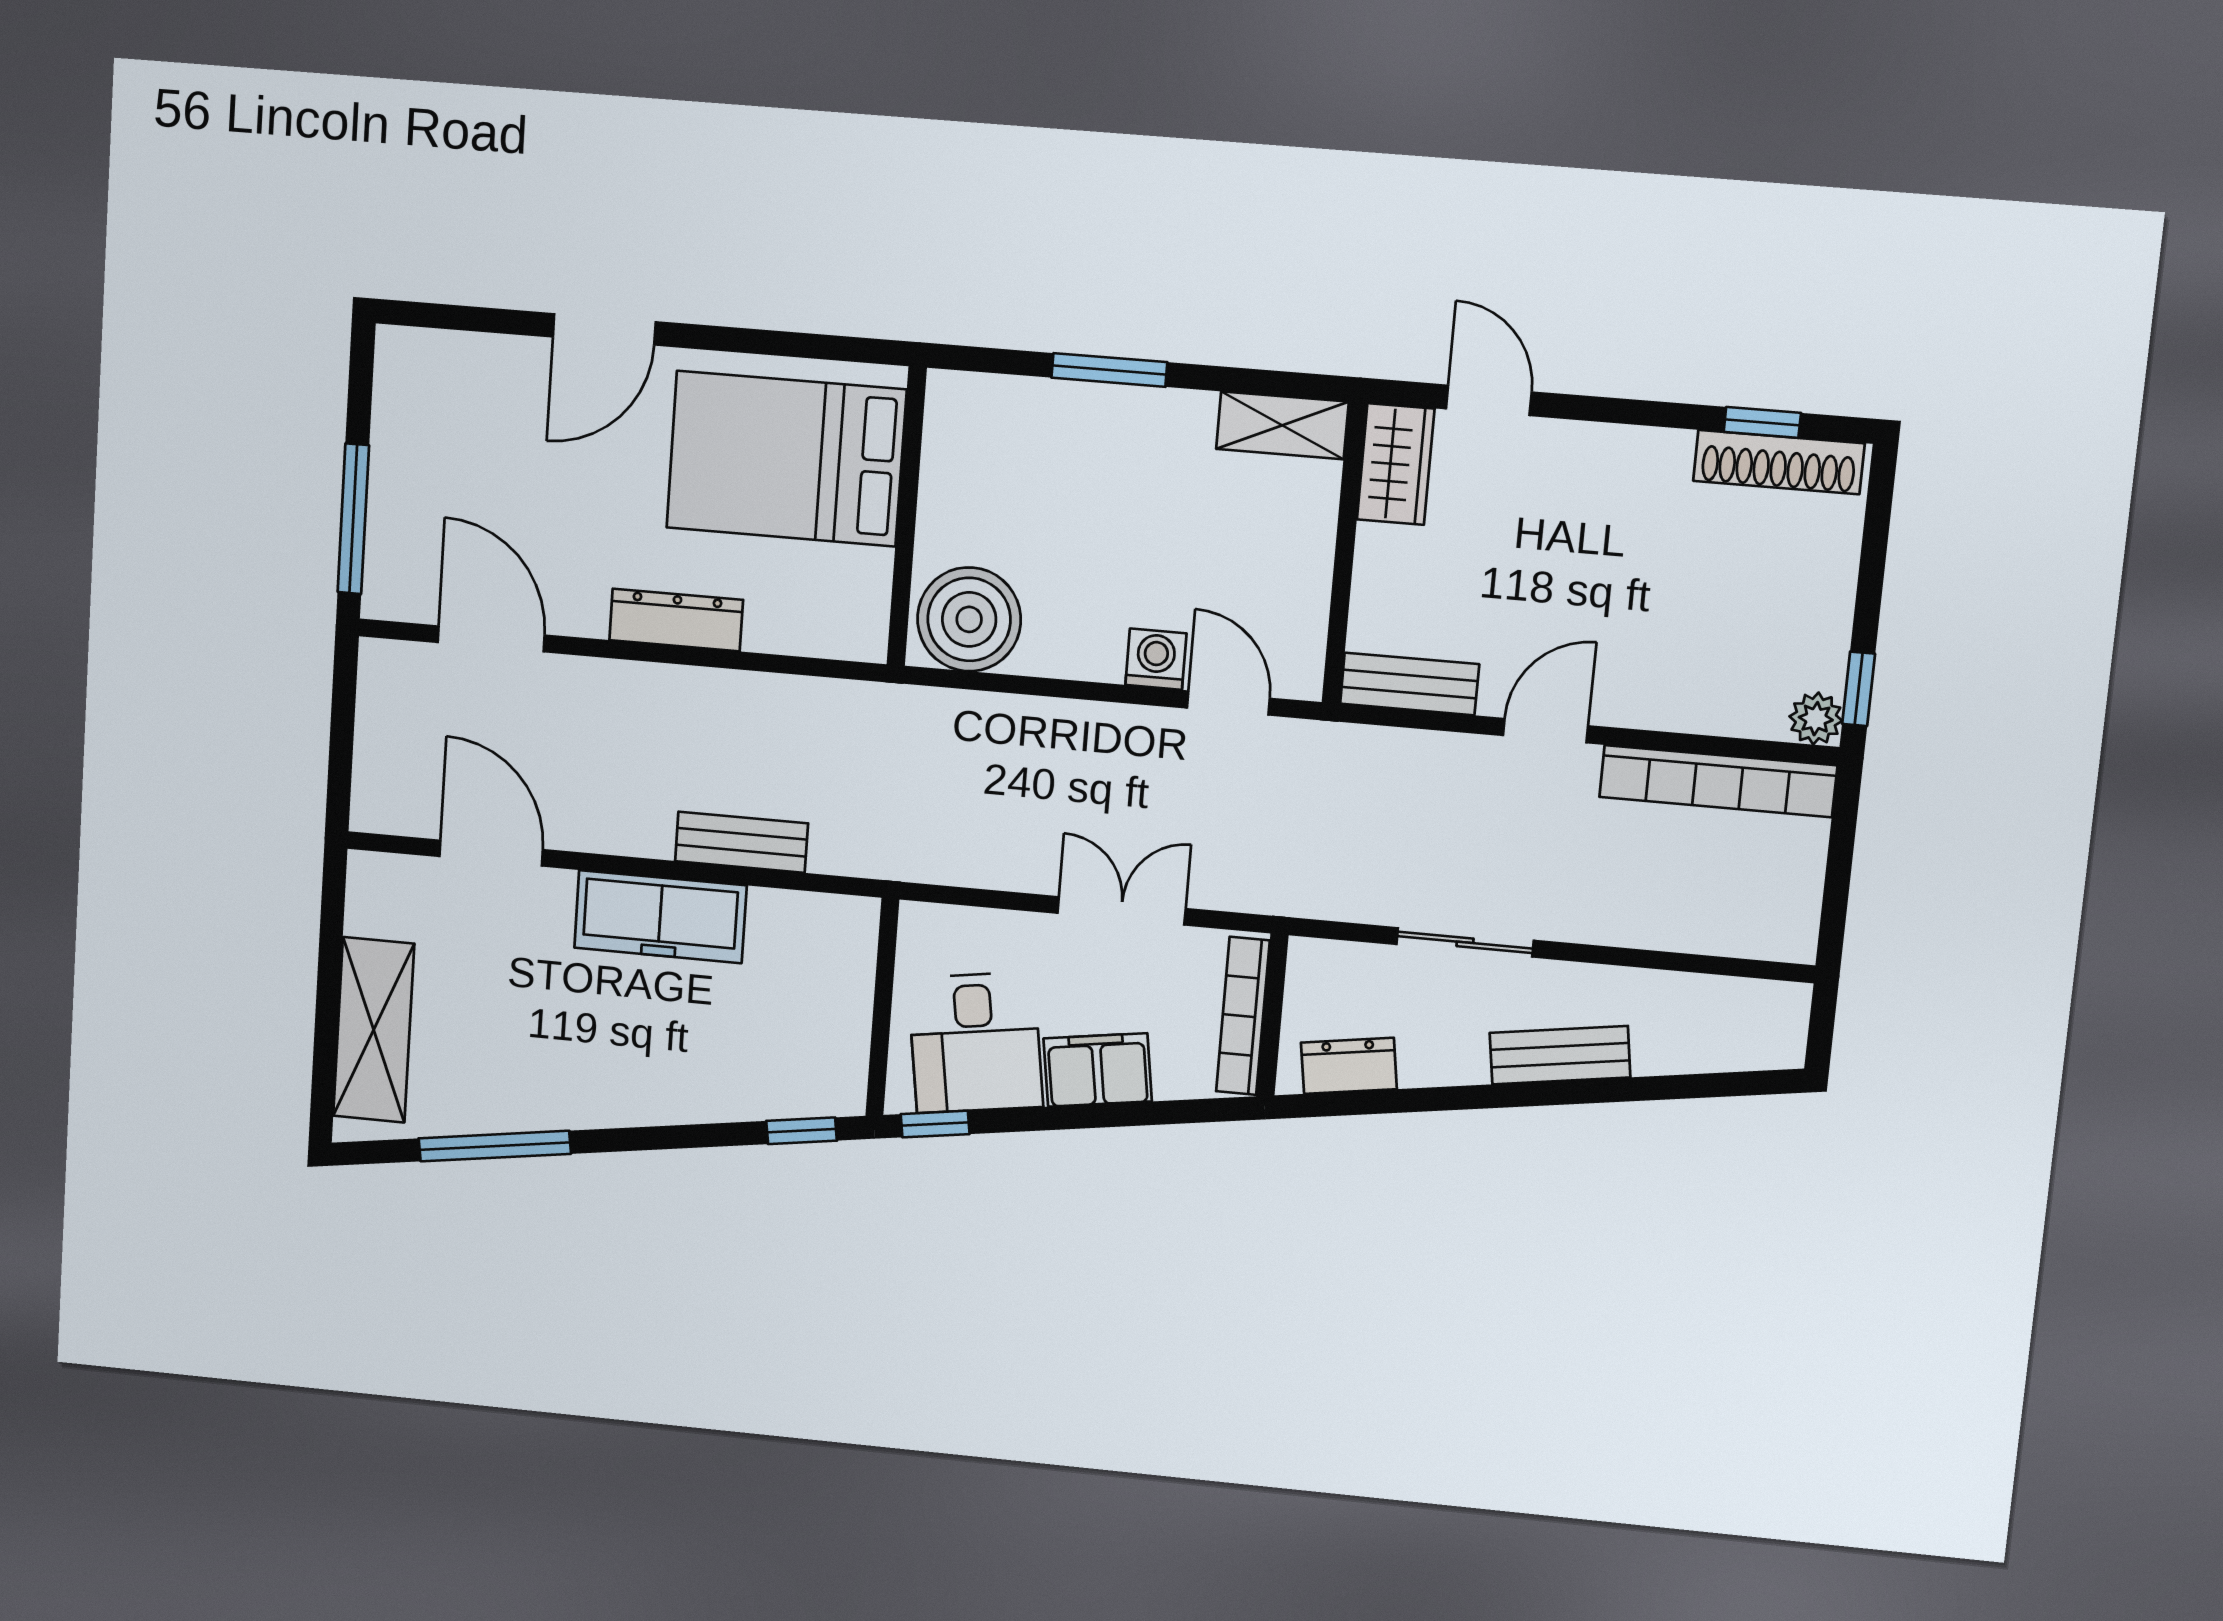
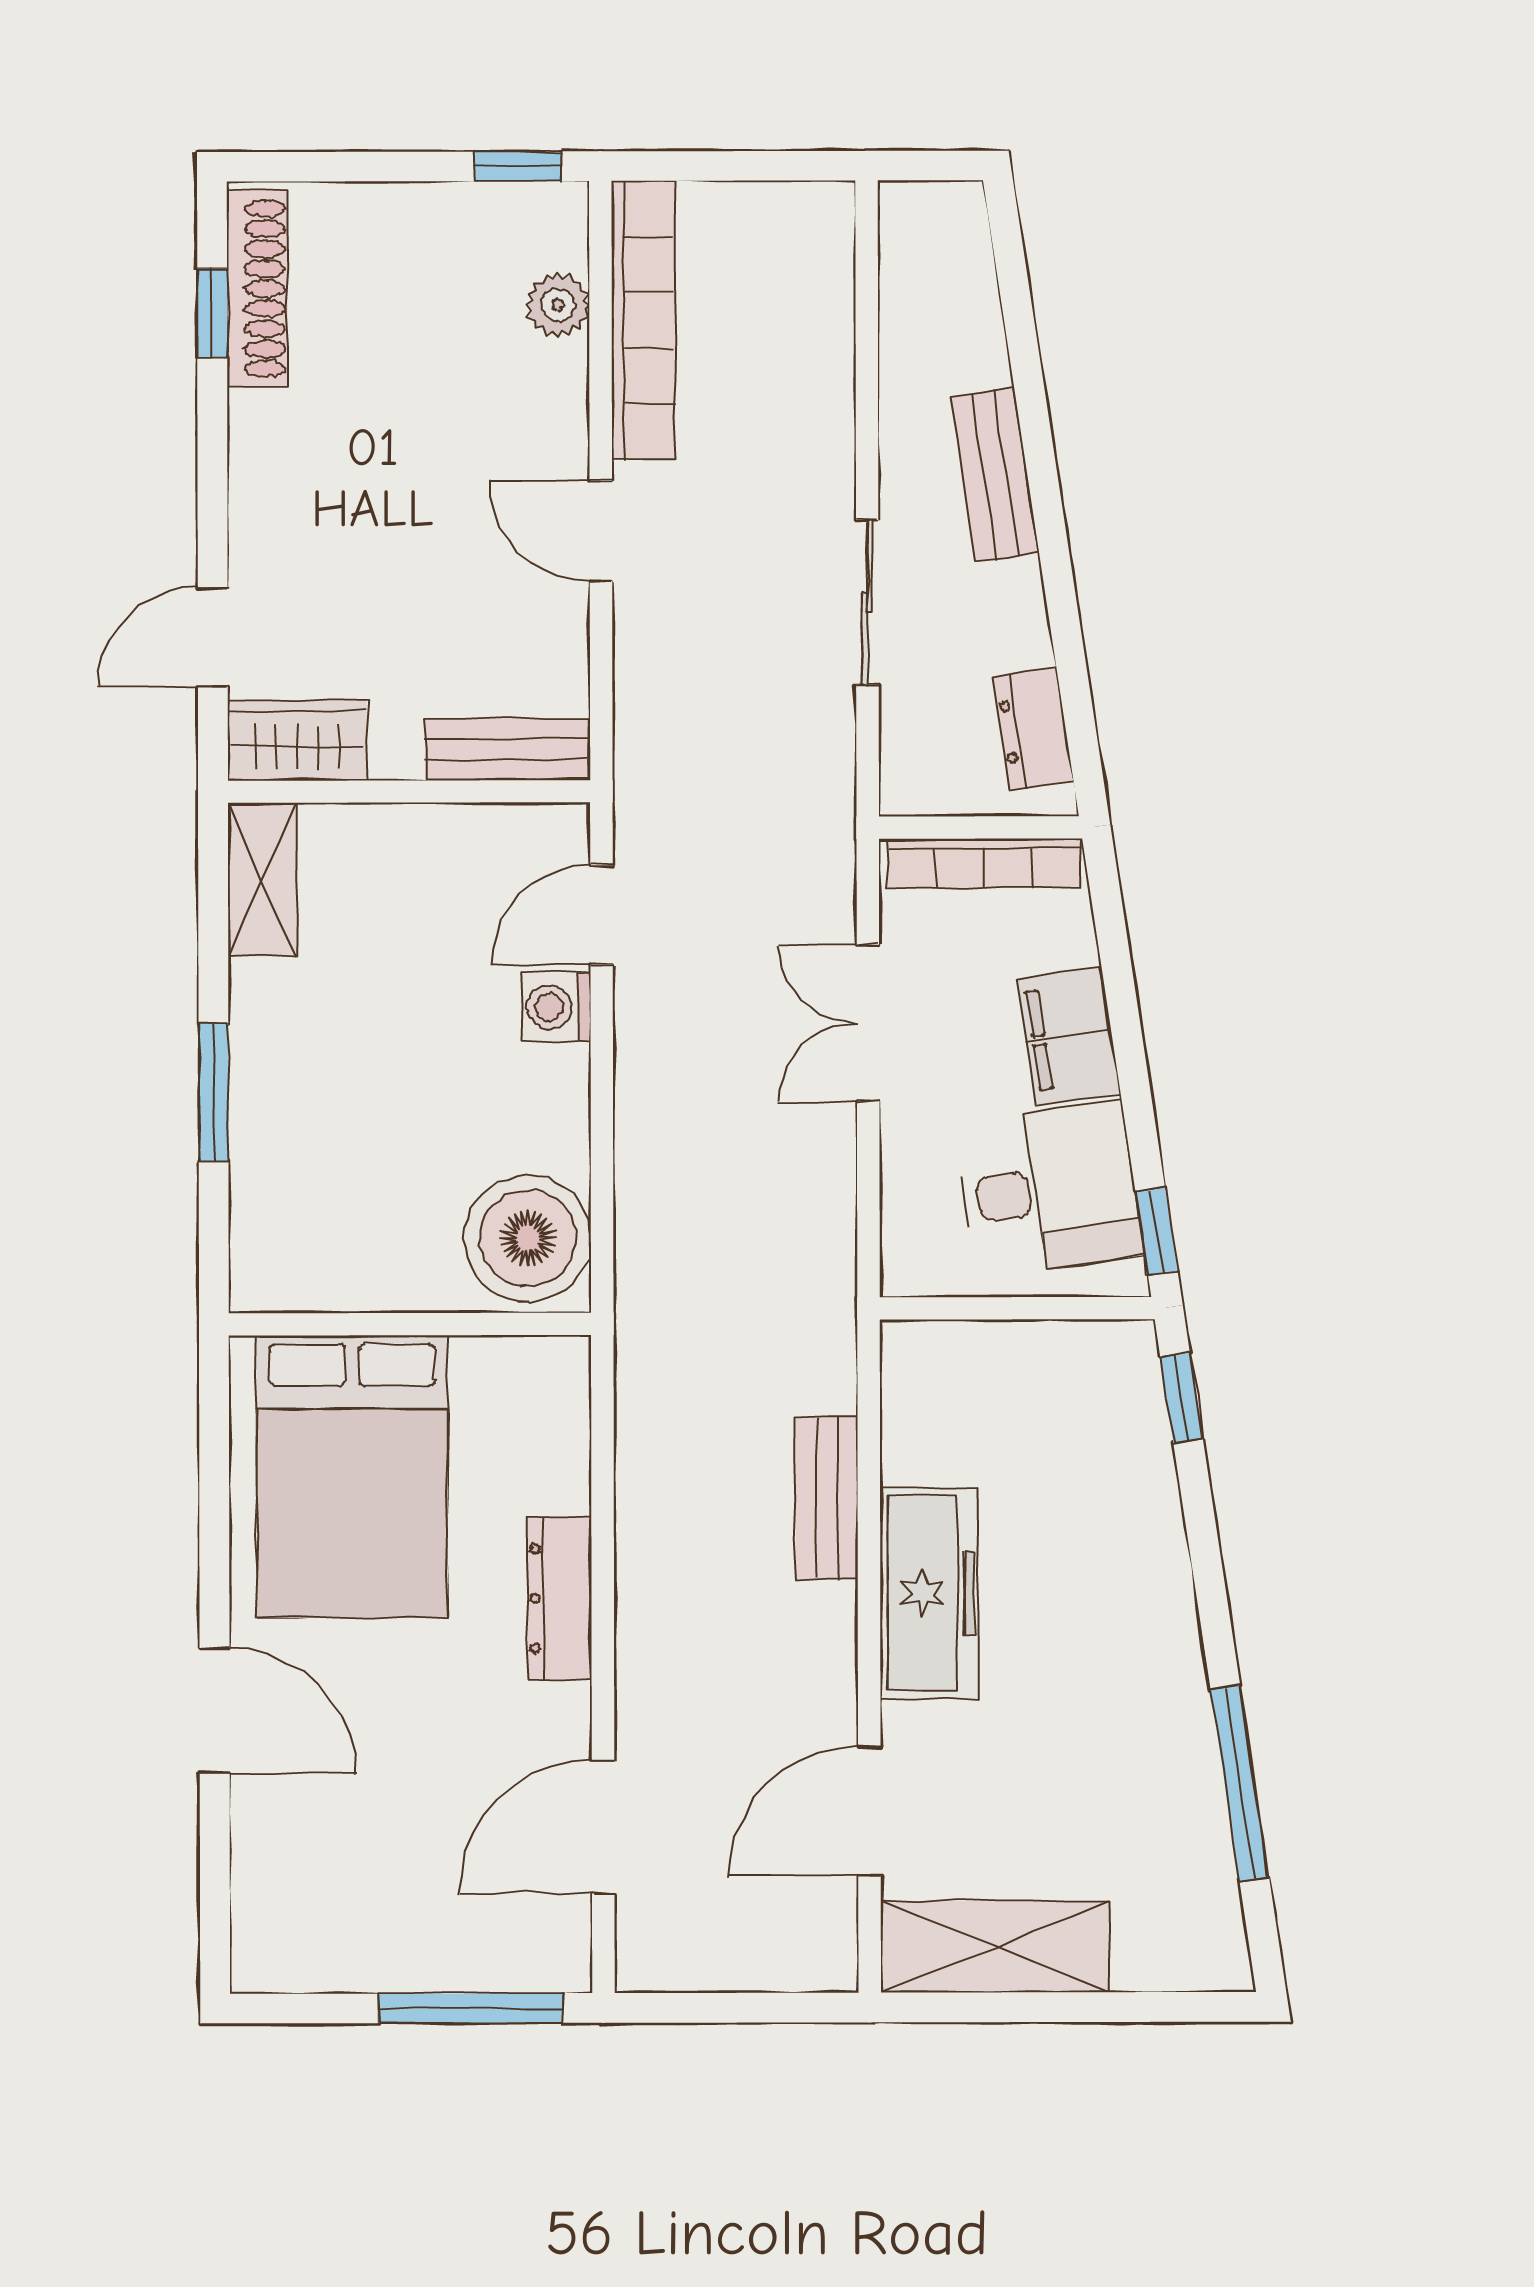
bench: (1410, 684) -> (507, 749), moved, turned 90
plant: (1816, 719) -> (558, 305), moved
shelving: (374, 1030) -> (995, 1947), moved

